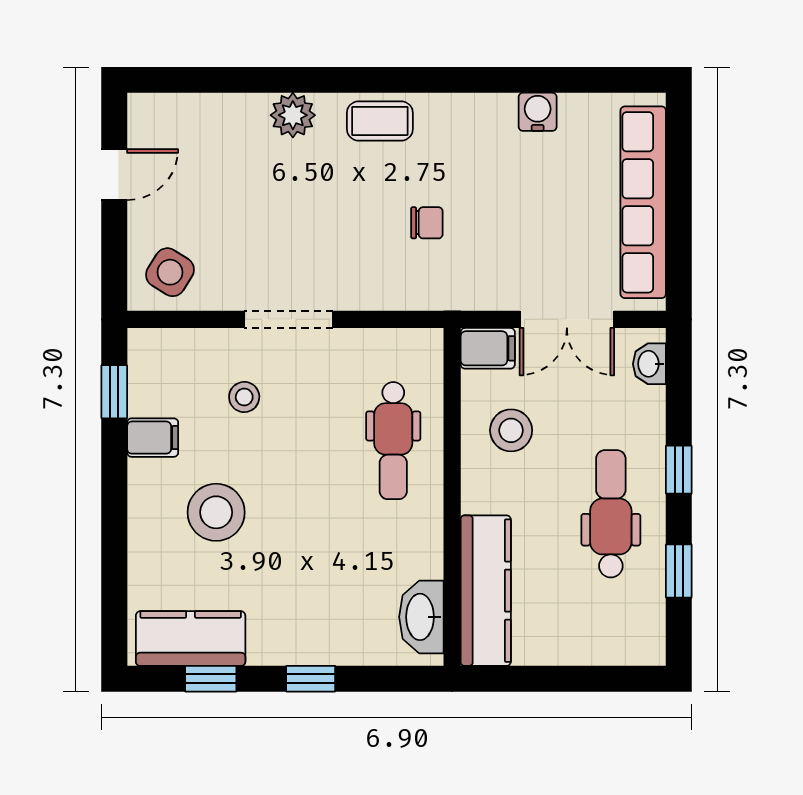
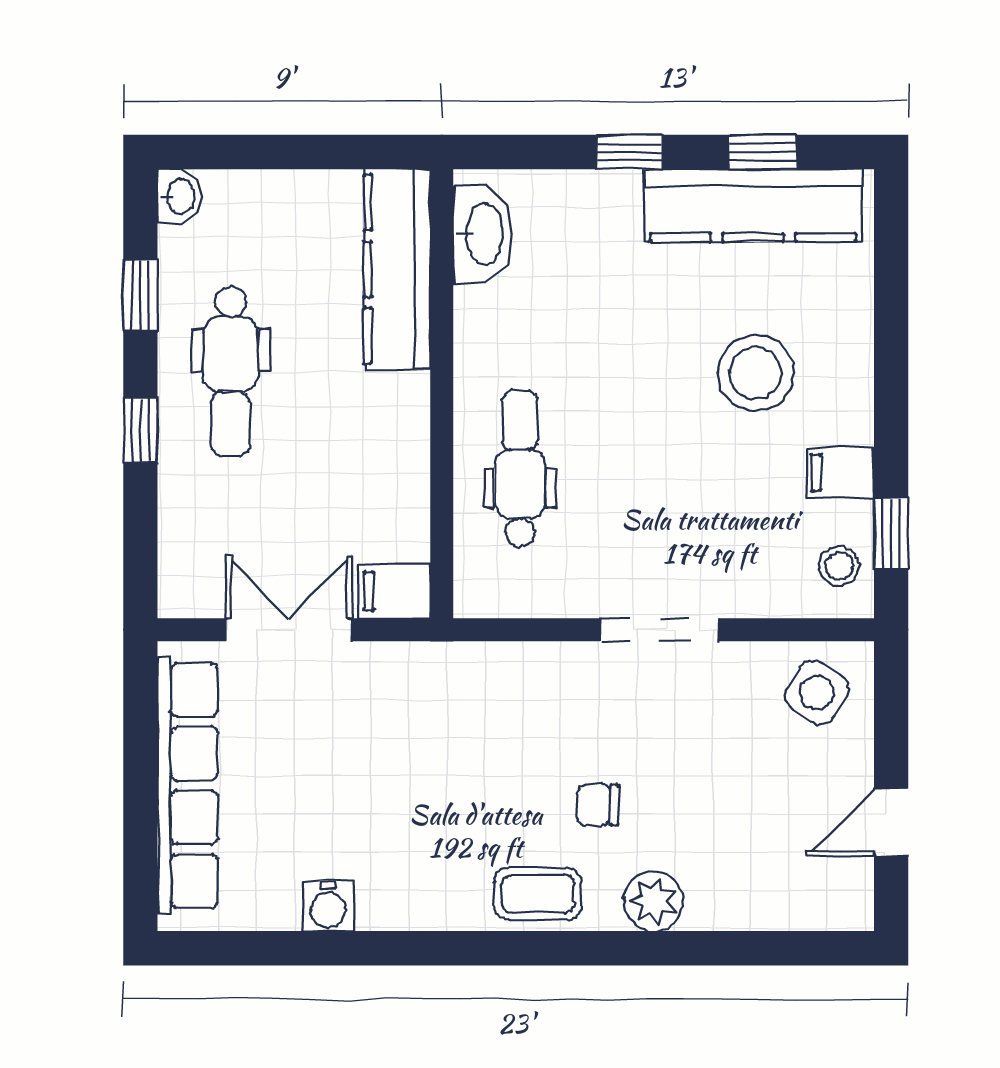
chair: (427, 223) -> (598, 805), moved
washbasin: (649, 364) -> (179, 196), moved
stool: (244, 397) -> (839, 566), moved
stool: (511, 430) -> (363, 482), removed
kitchen counter: (191, 639) -> (753, 205), width x1.50

